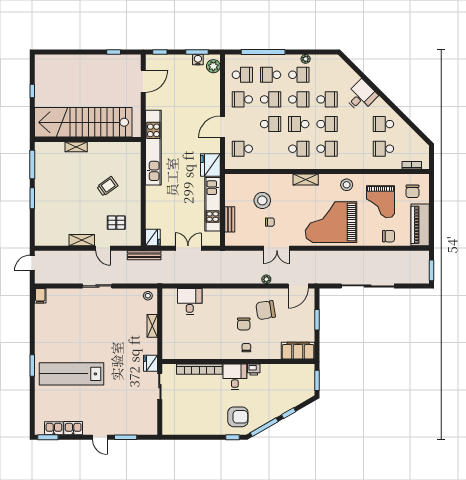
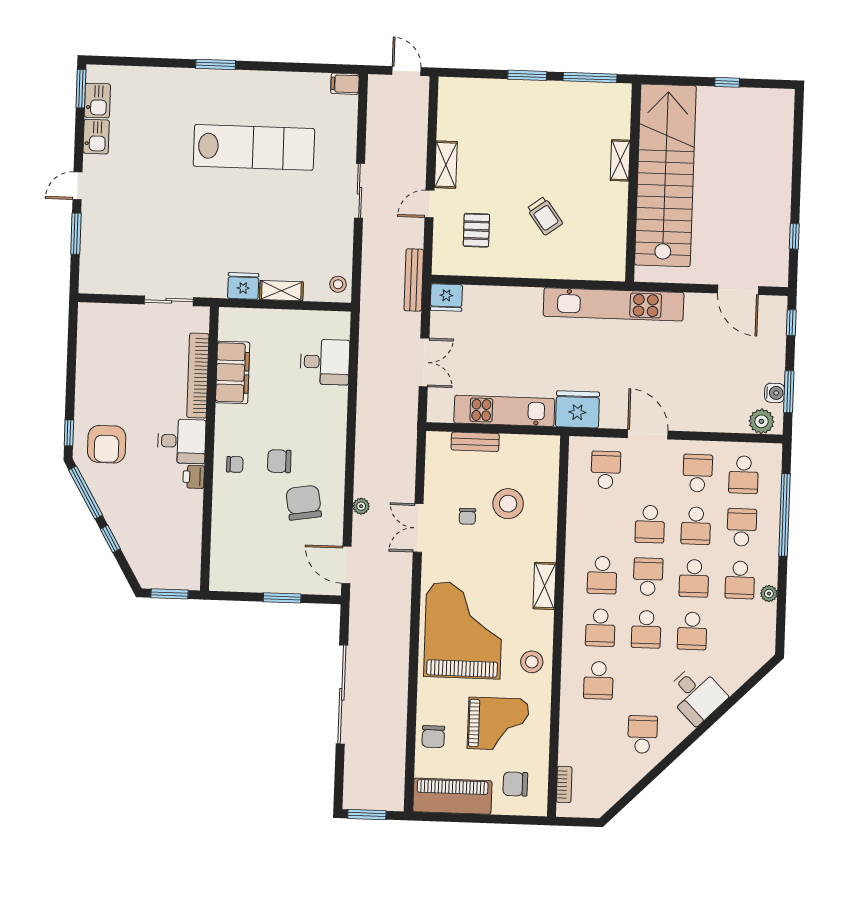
school desk: (383, 149) -> (598, 680), moved, turned 180
grand piano: (380, 202) -> (498, 724), turned 180
filing cabinet: (298, 351) -> (233, 372), moved
fridge: (151, 363) -> (243, 286), moved
lab bench: (72, 374) -> (254, 147), moved, turned 90

